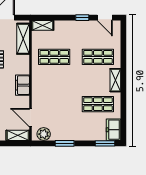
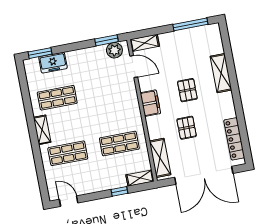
window: (82, 18) -> (119, 191), moved
freezer: (113, 130) -> (53, 63), moved, turned 90
window: (65, 143) -> (107, 40), moved

